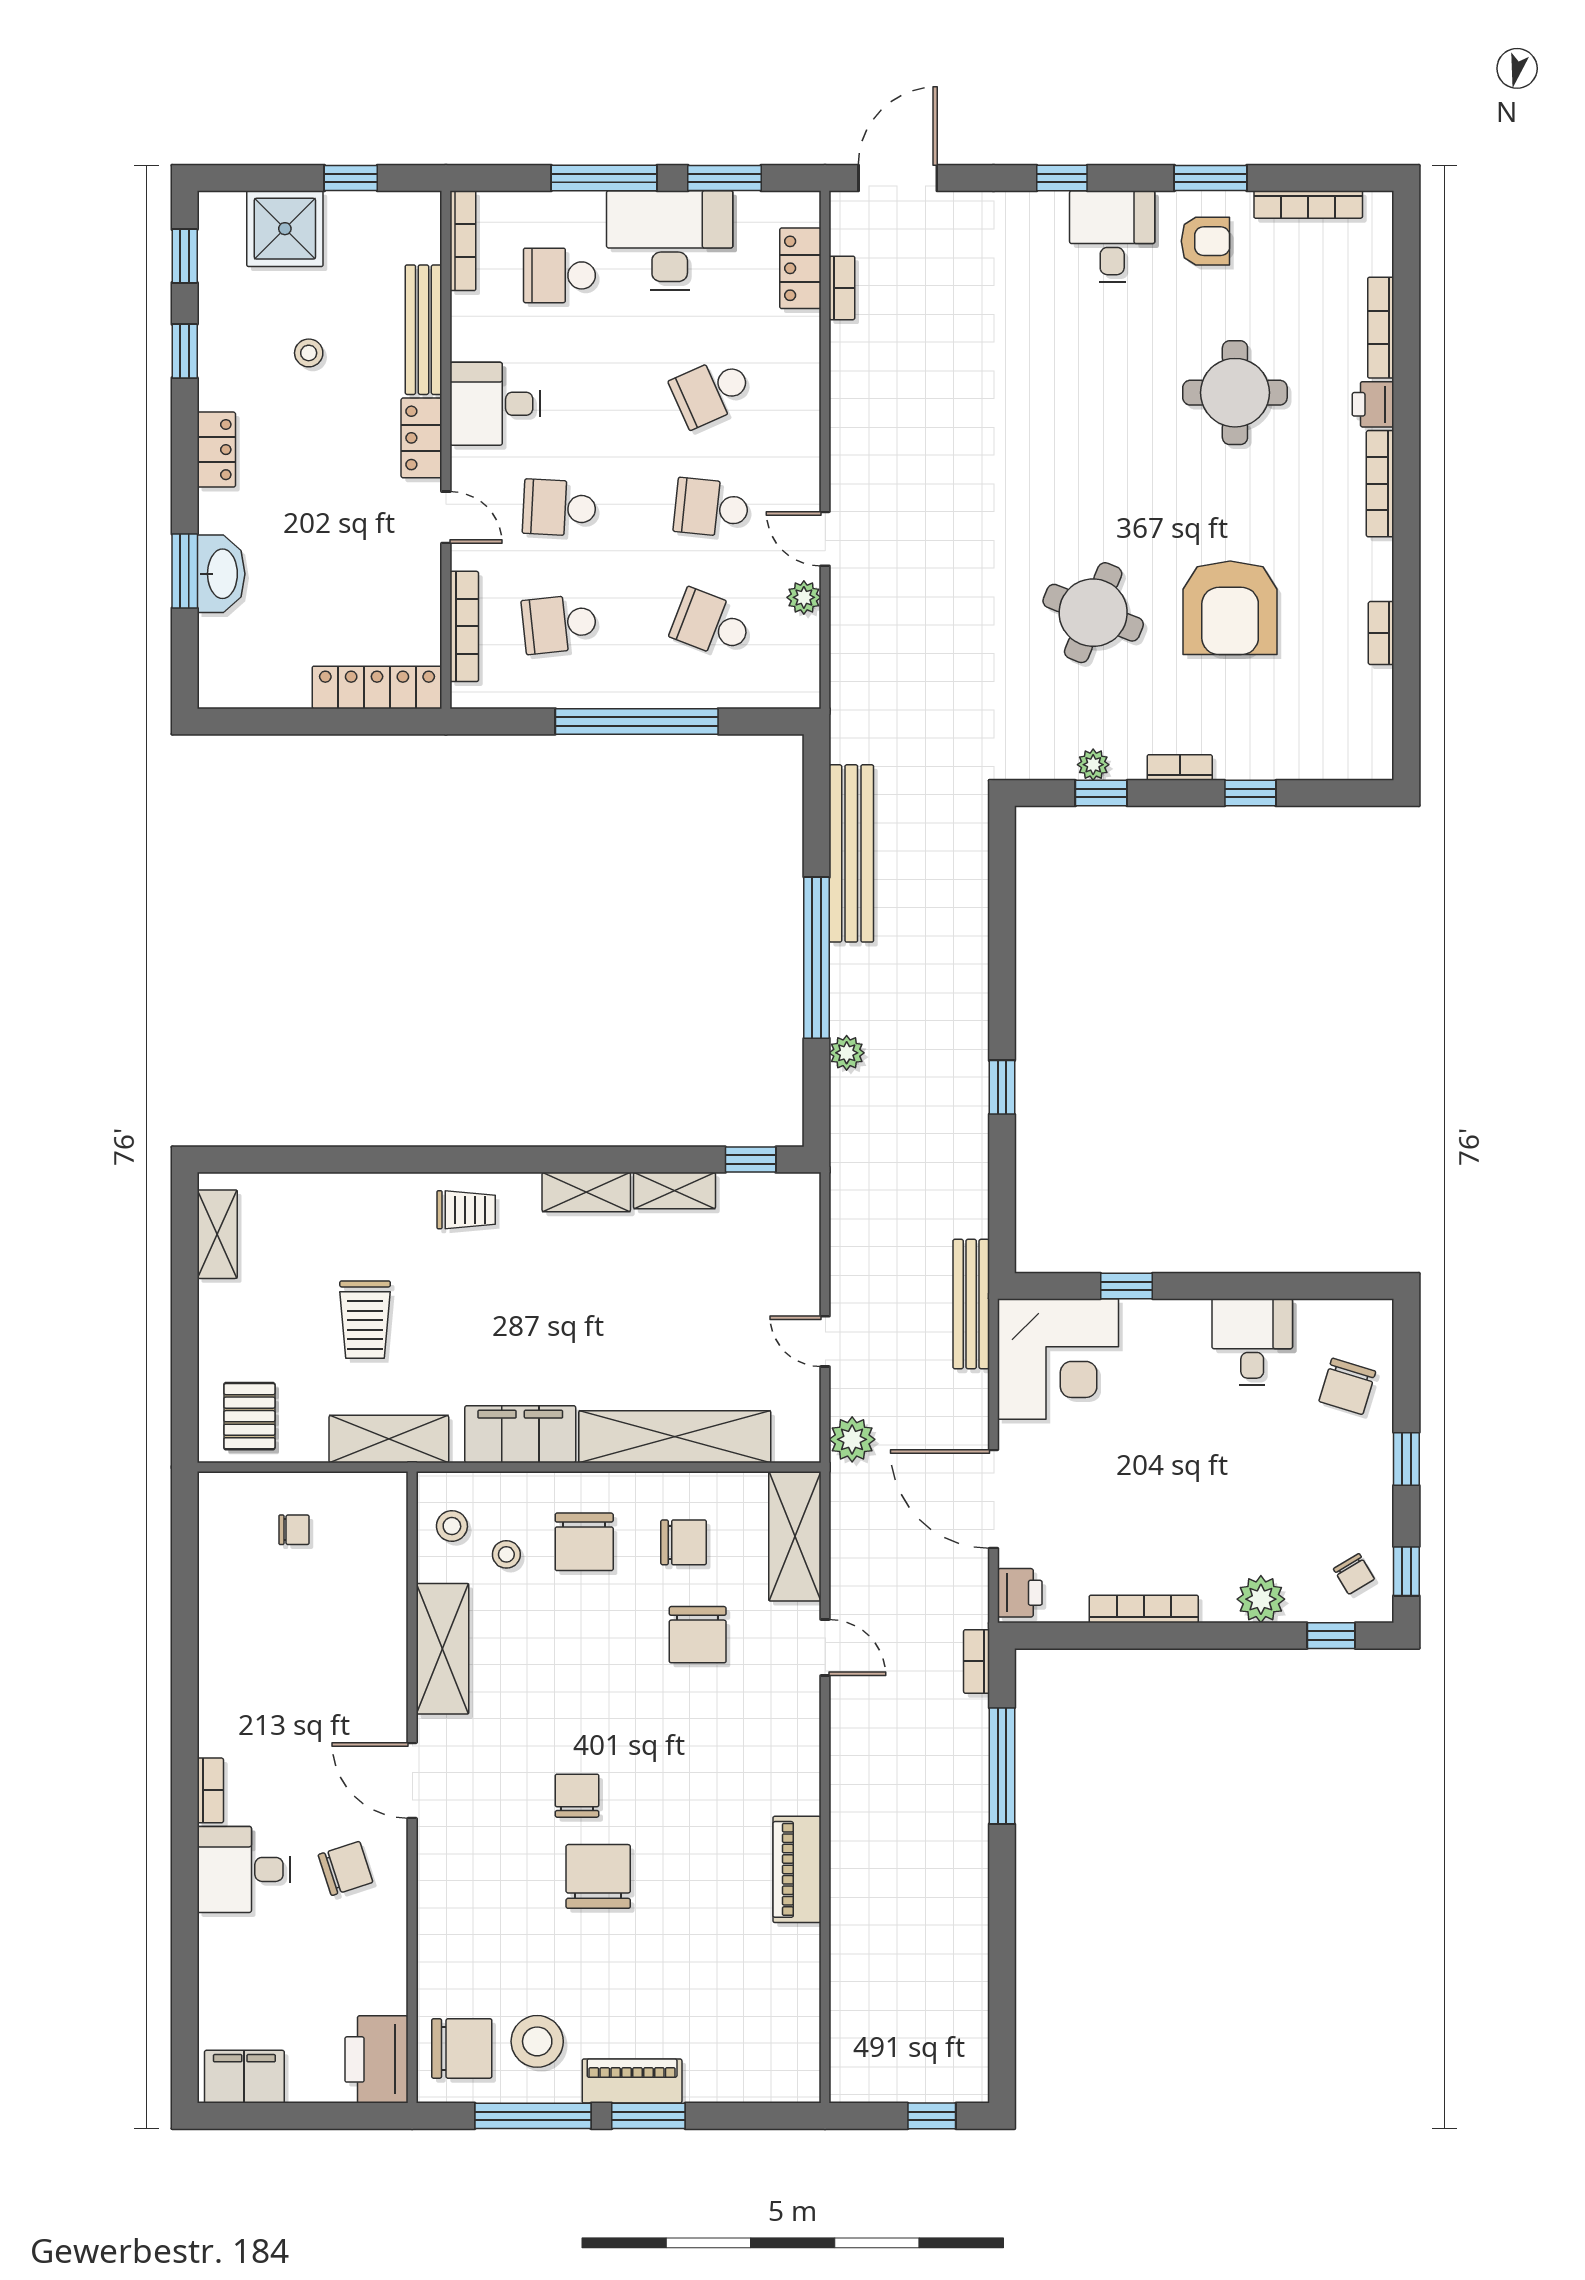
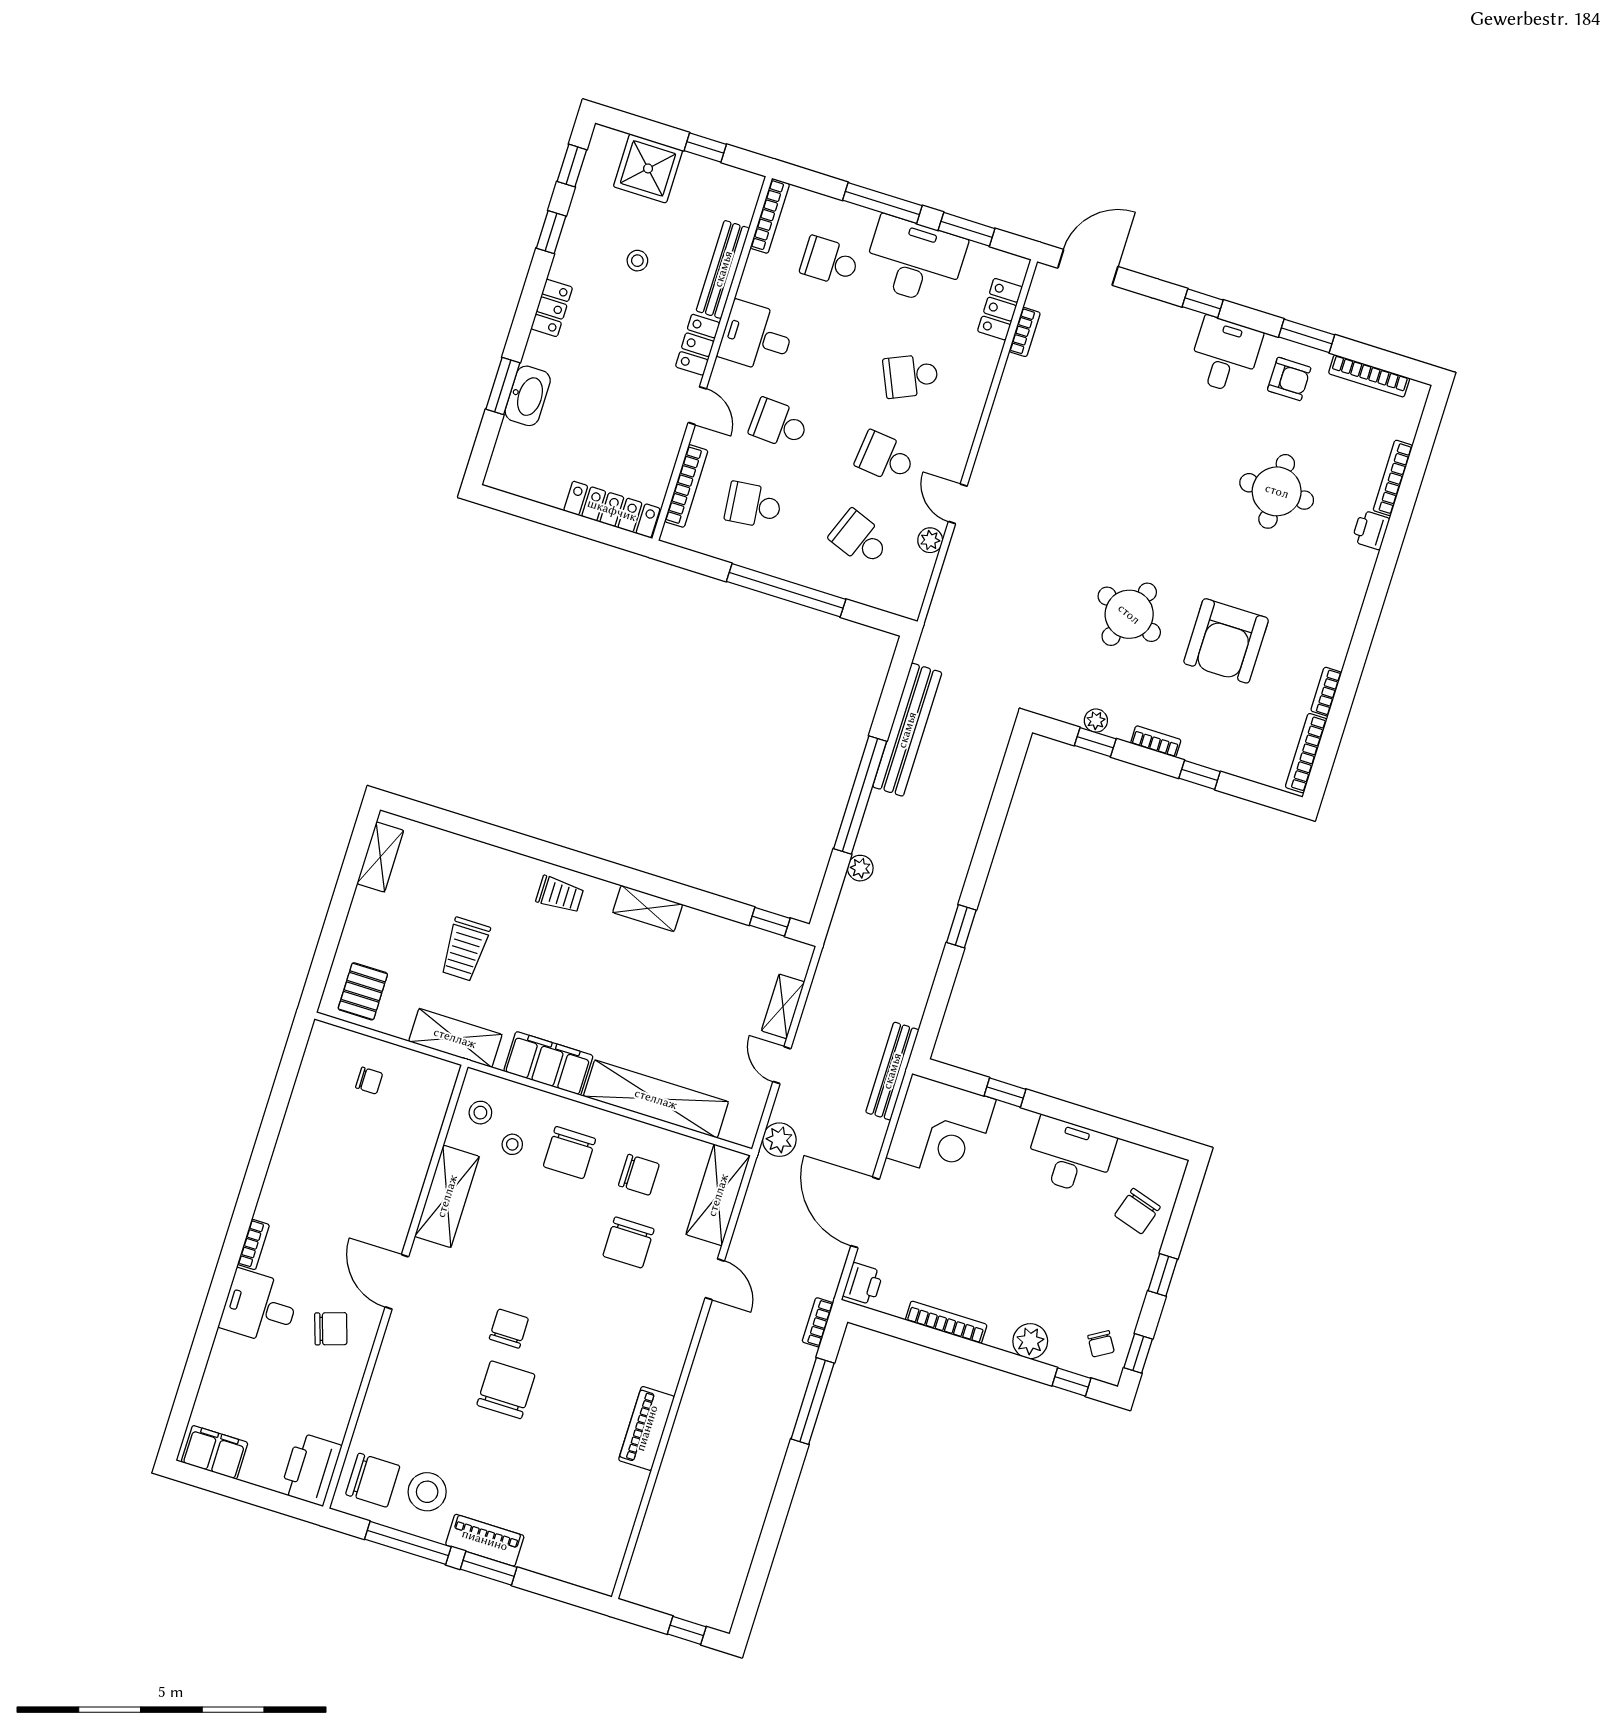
bookcase: (1380, 484) -> (1306, 753), moved
shelving: (675, 1191) -> (783, 1006), moved, turned 90
desk: (1252, 1342) -> (1070, 1156), width x1.37

